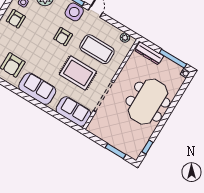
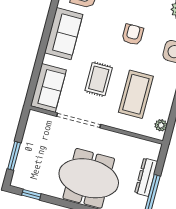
armchair: (63, 37) -> (133, 35), moved, turned 90
dresser: (149, 53) -> (146, 177), moved
rug: (78, 73) -> (99, 79), width x0.73, depth x0.70

